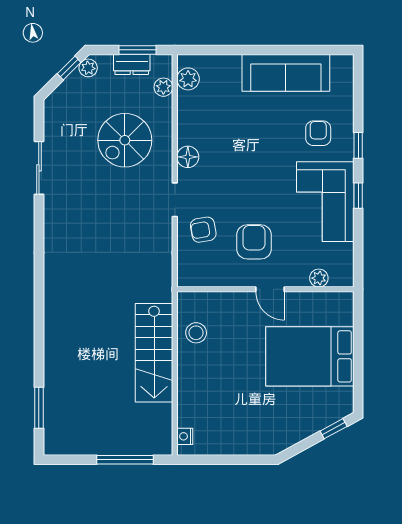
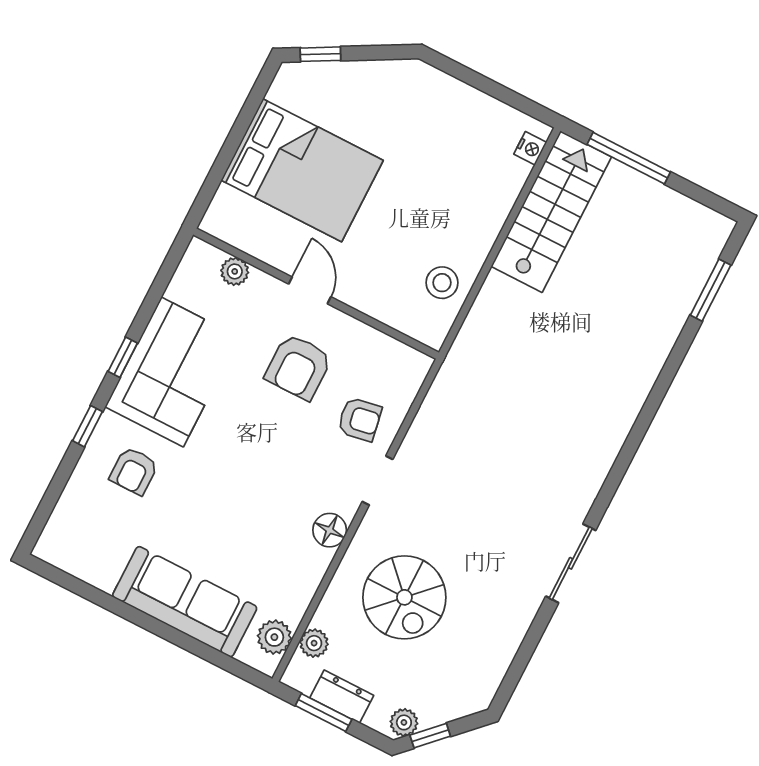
sofa: (286, 73) -> (185, 602), moved
spiral stairs: (125, 140) -> (404, 597), turned 90
sliding door: (39, 168) -> (571, 563), moved
stairs: (154, 353) -> (551, 212), moved

